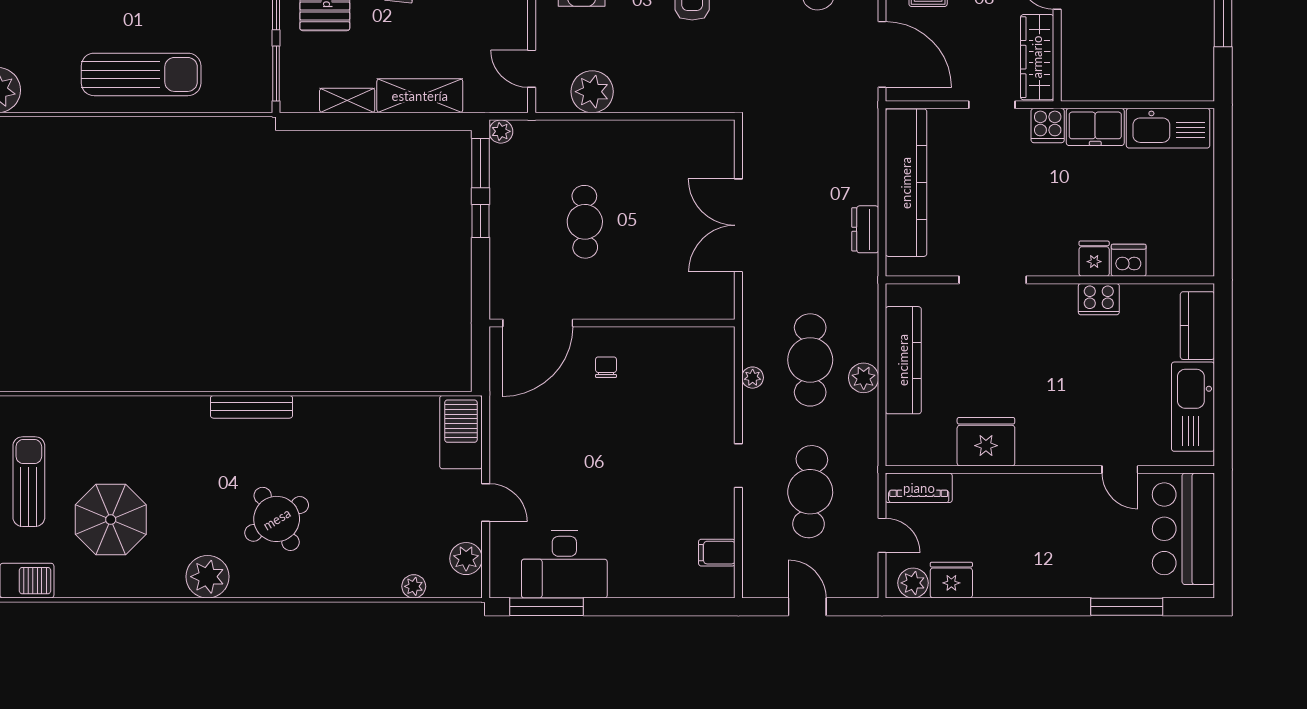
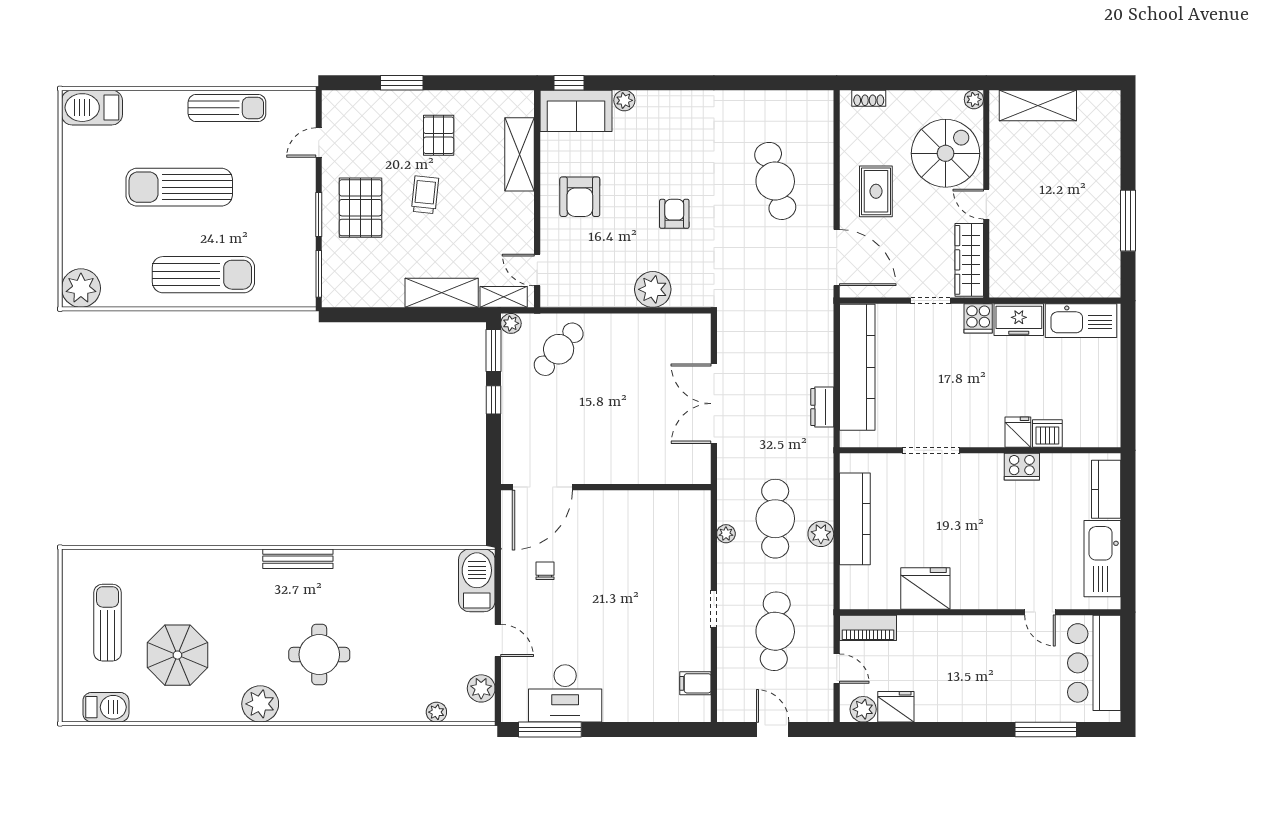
plant: (592, 92) -> (653, 289), moved
shelving: (347, 100) -> (504, 297), moved
cafe table: (585, 222) -> (559, 349), moved, turned 42
chair: (606, 367) -> (545, 571), moved
round table: (277, 519) -> (319, 655), turned 31

